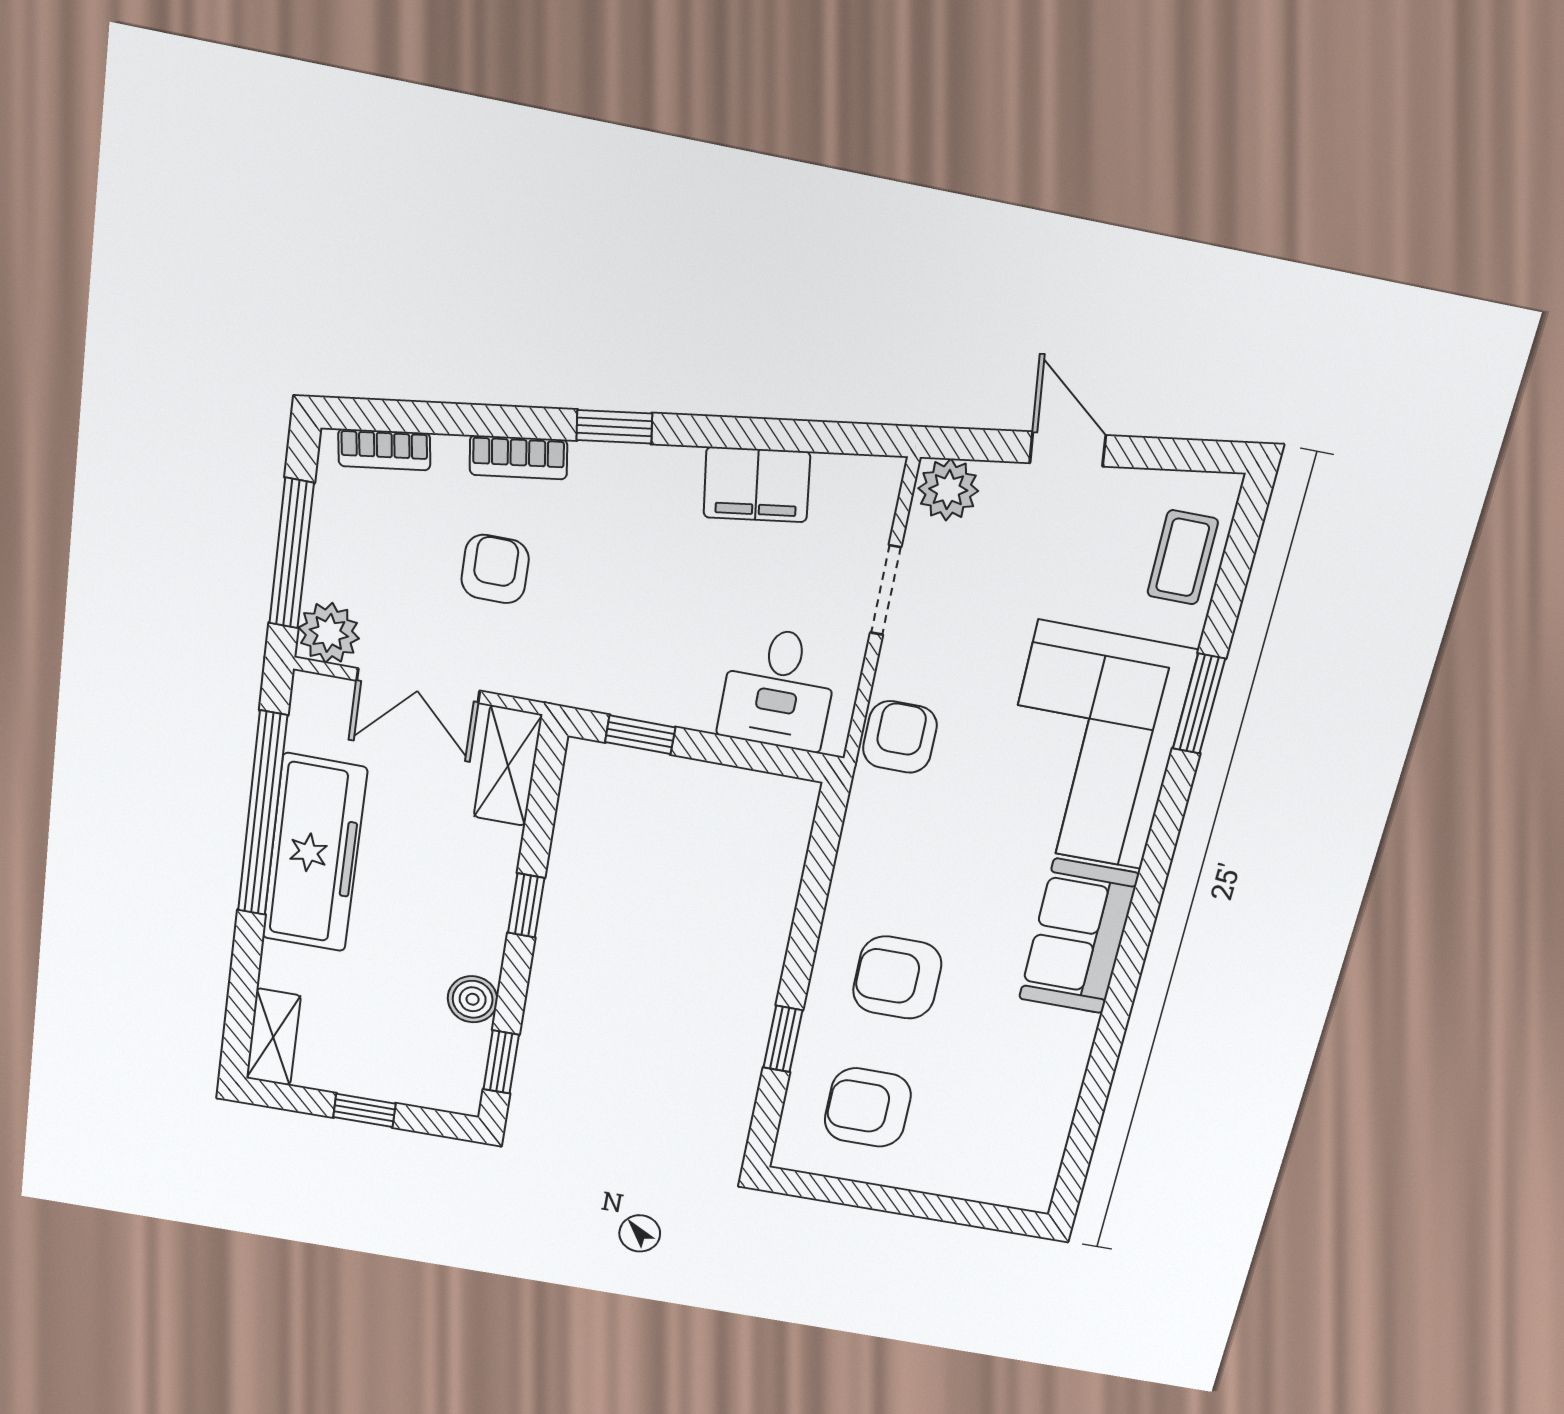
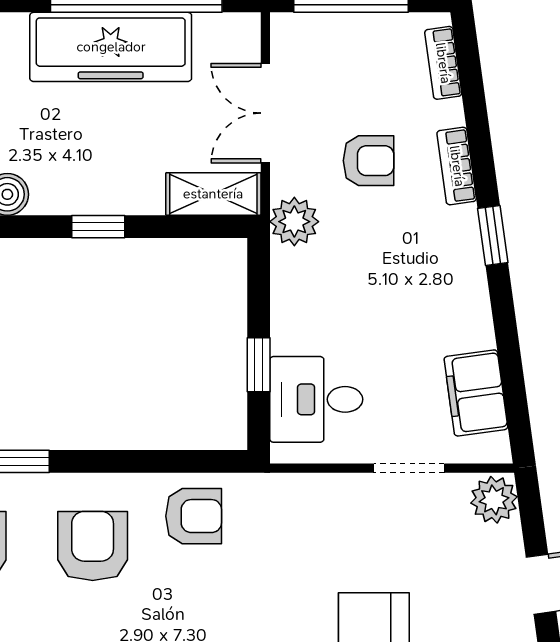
filing cabinet: (757, 485) -> (476, 393), moved
plant: (329, 633) -> (294, 222), moved
window: (640, 735) -> (259, 365), moved
armchair: (900, 737) -> (194, 516), moved

